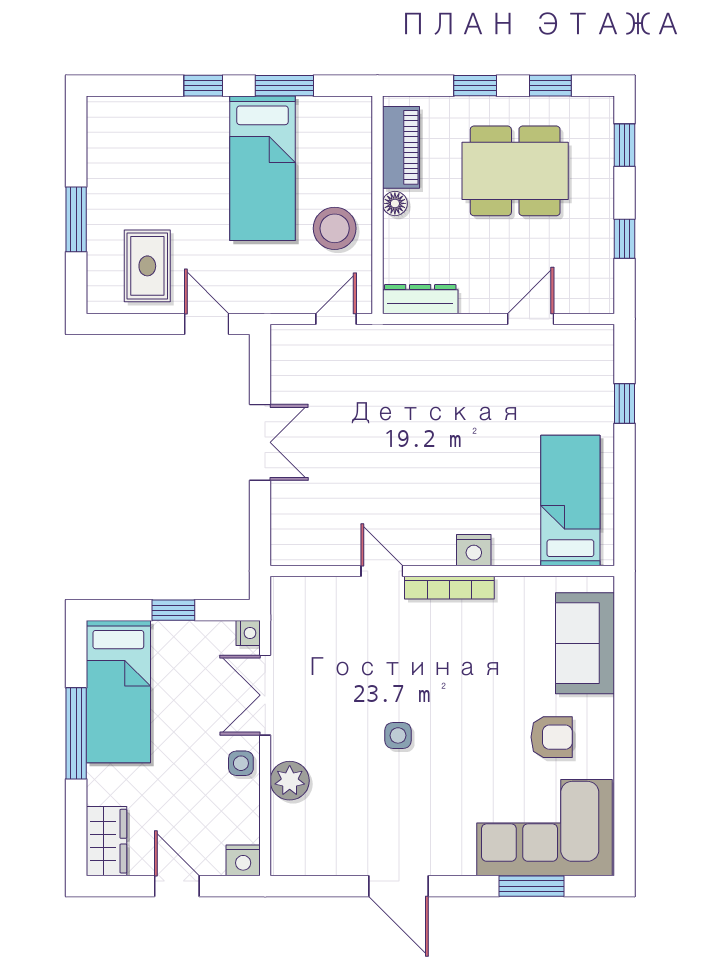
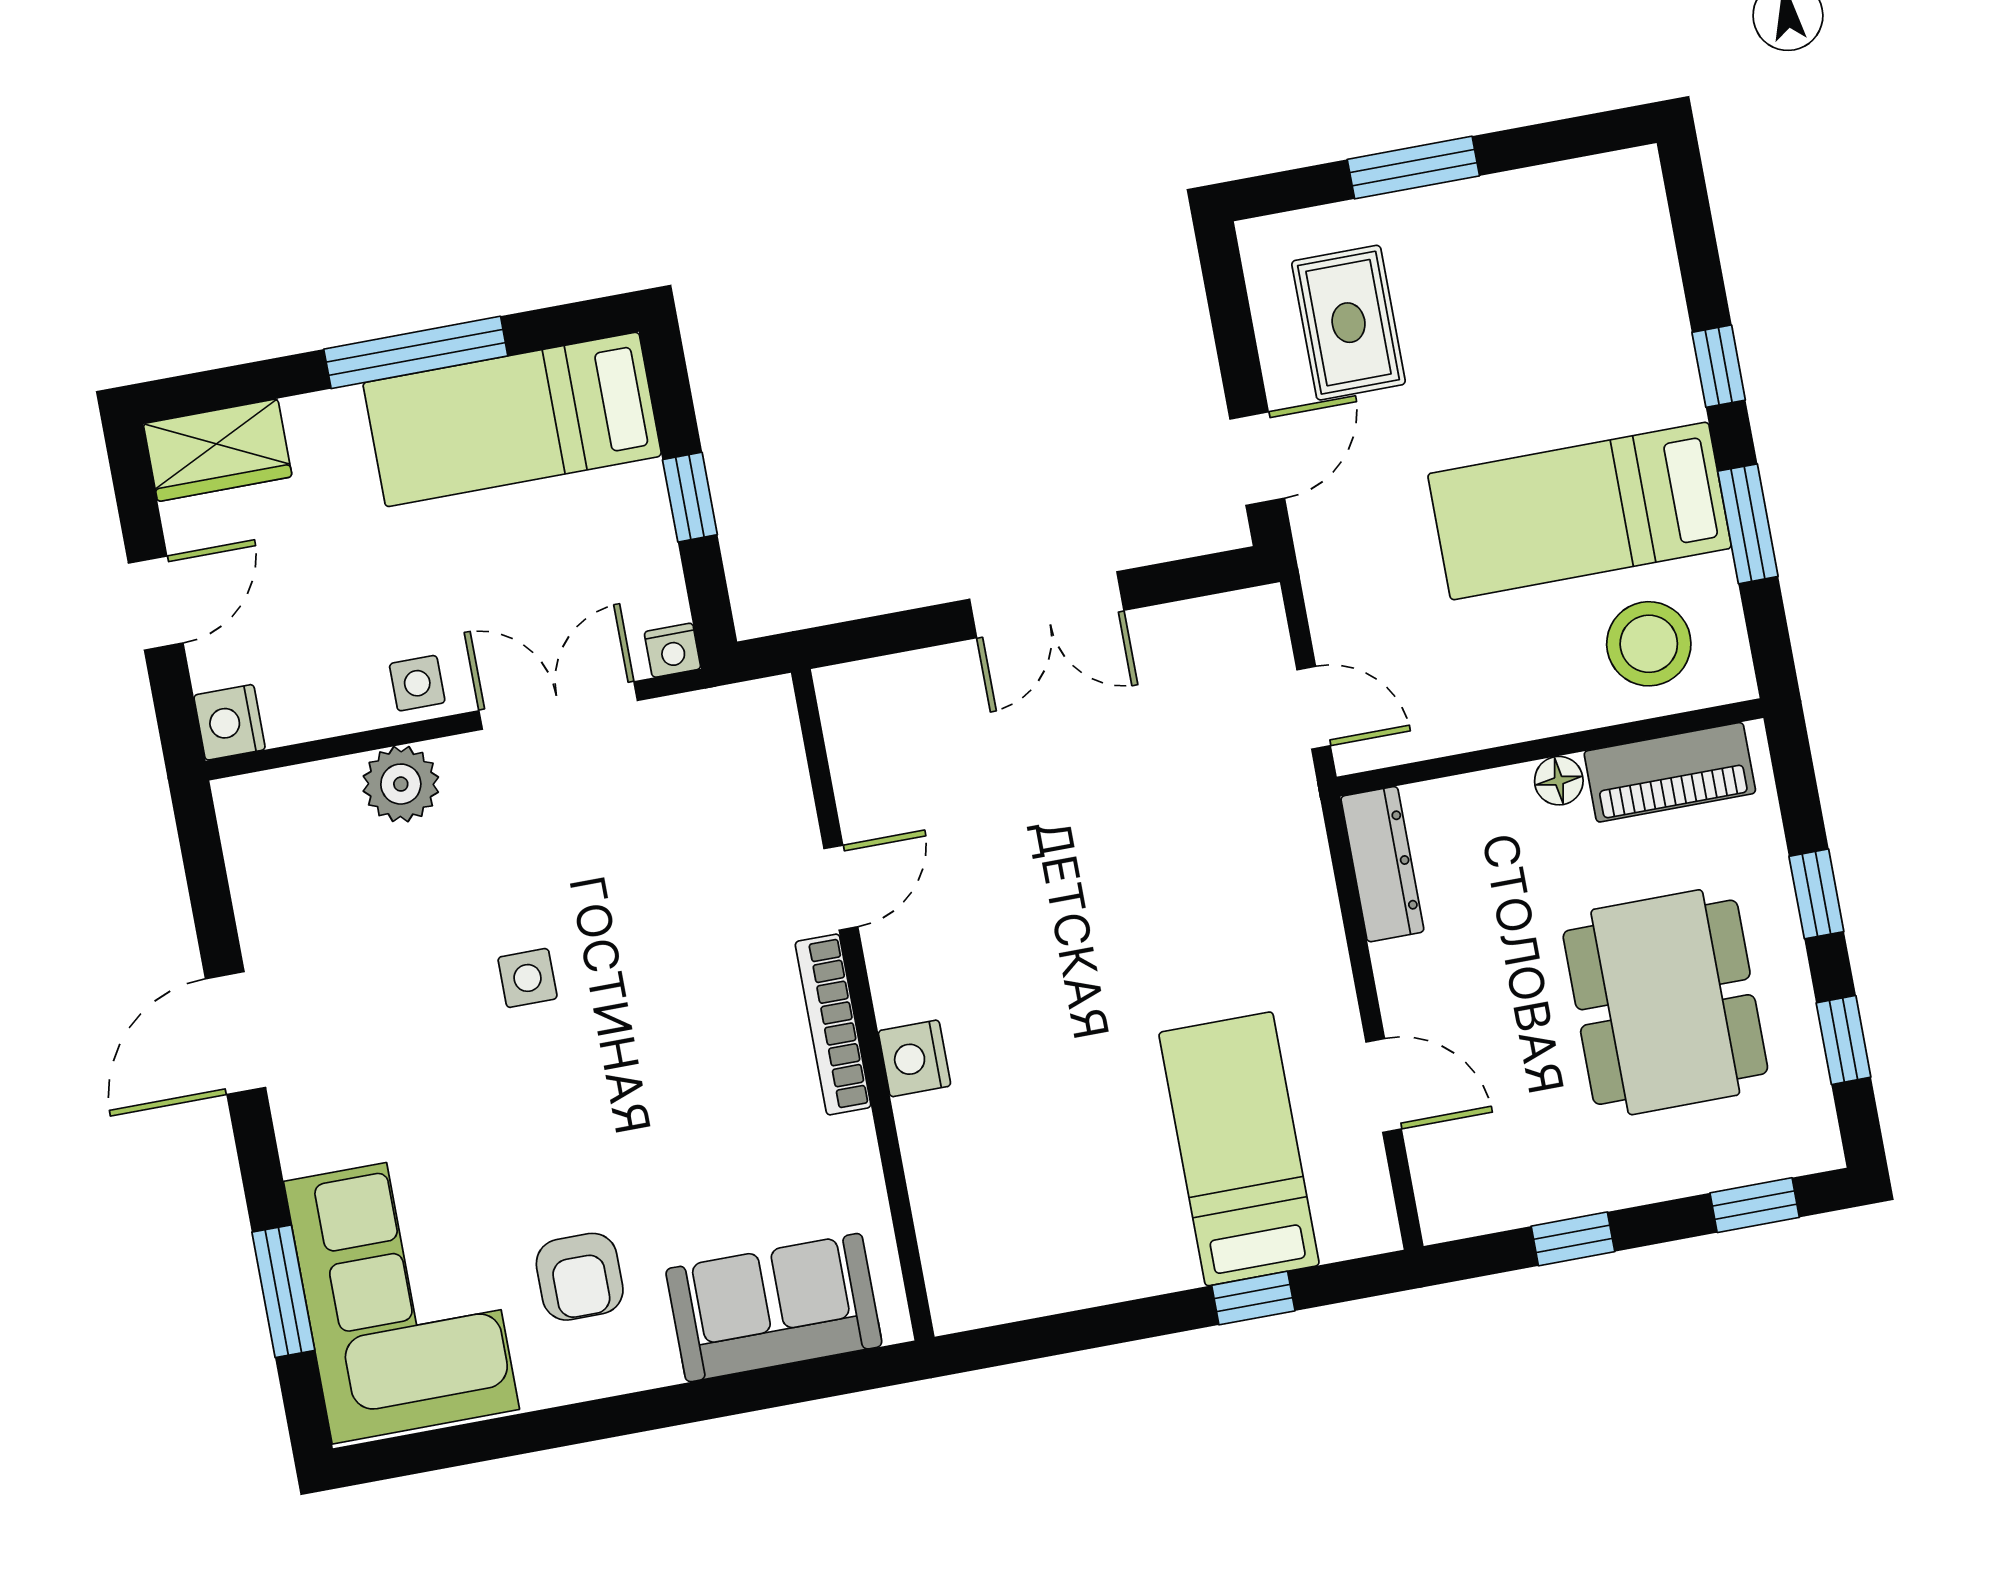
stool: (335, 228) -> (1649, 644), moved
rug: (147, 266) -> (1349, 323), turned 90
bed: (570, 500) -> (1239, 1149), moved, turned -90

